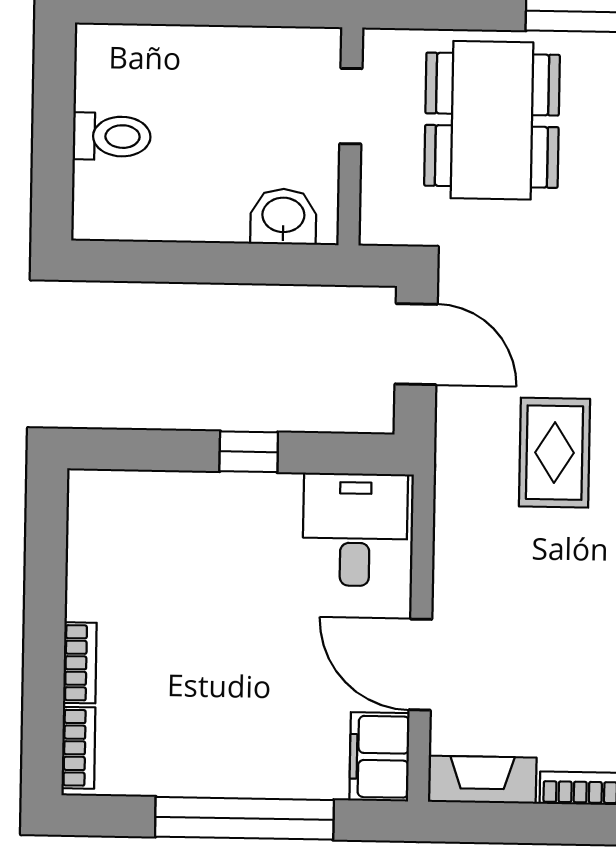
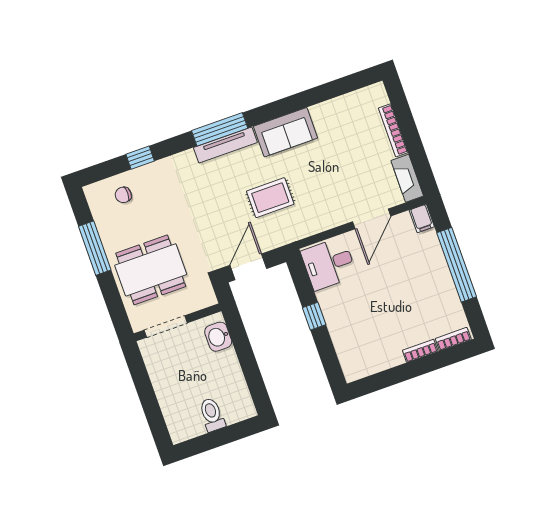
doorway: (351, 106) -> (166, 327), width x1.38
filing cabinet: (379, 757) -> (422, 218), width x0.50

